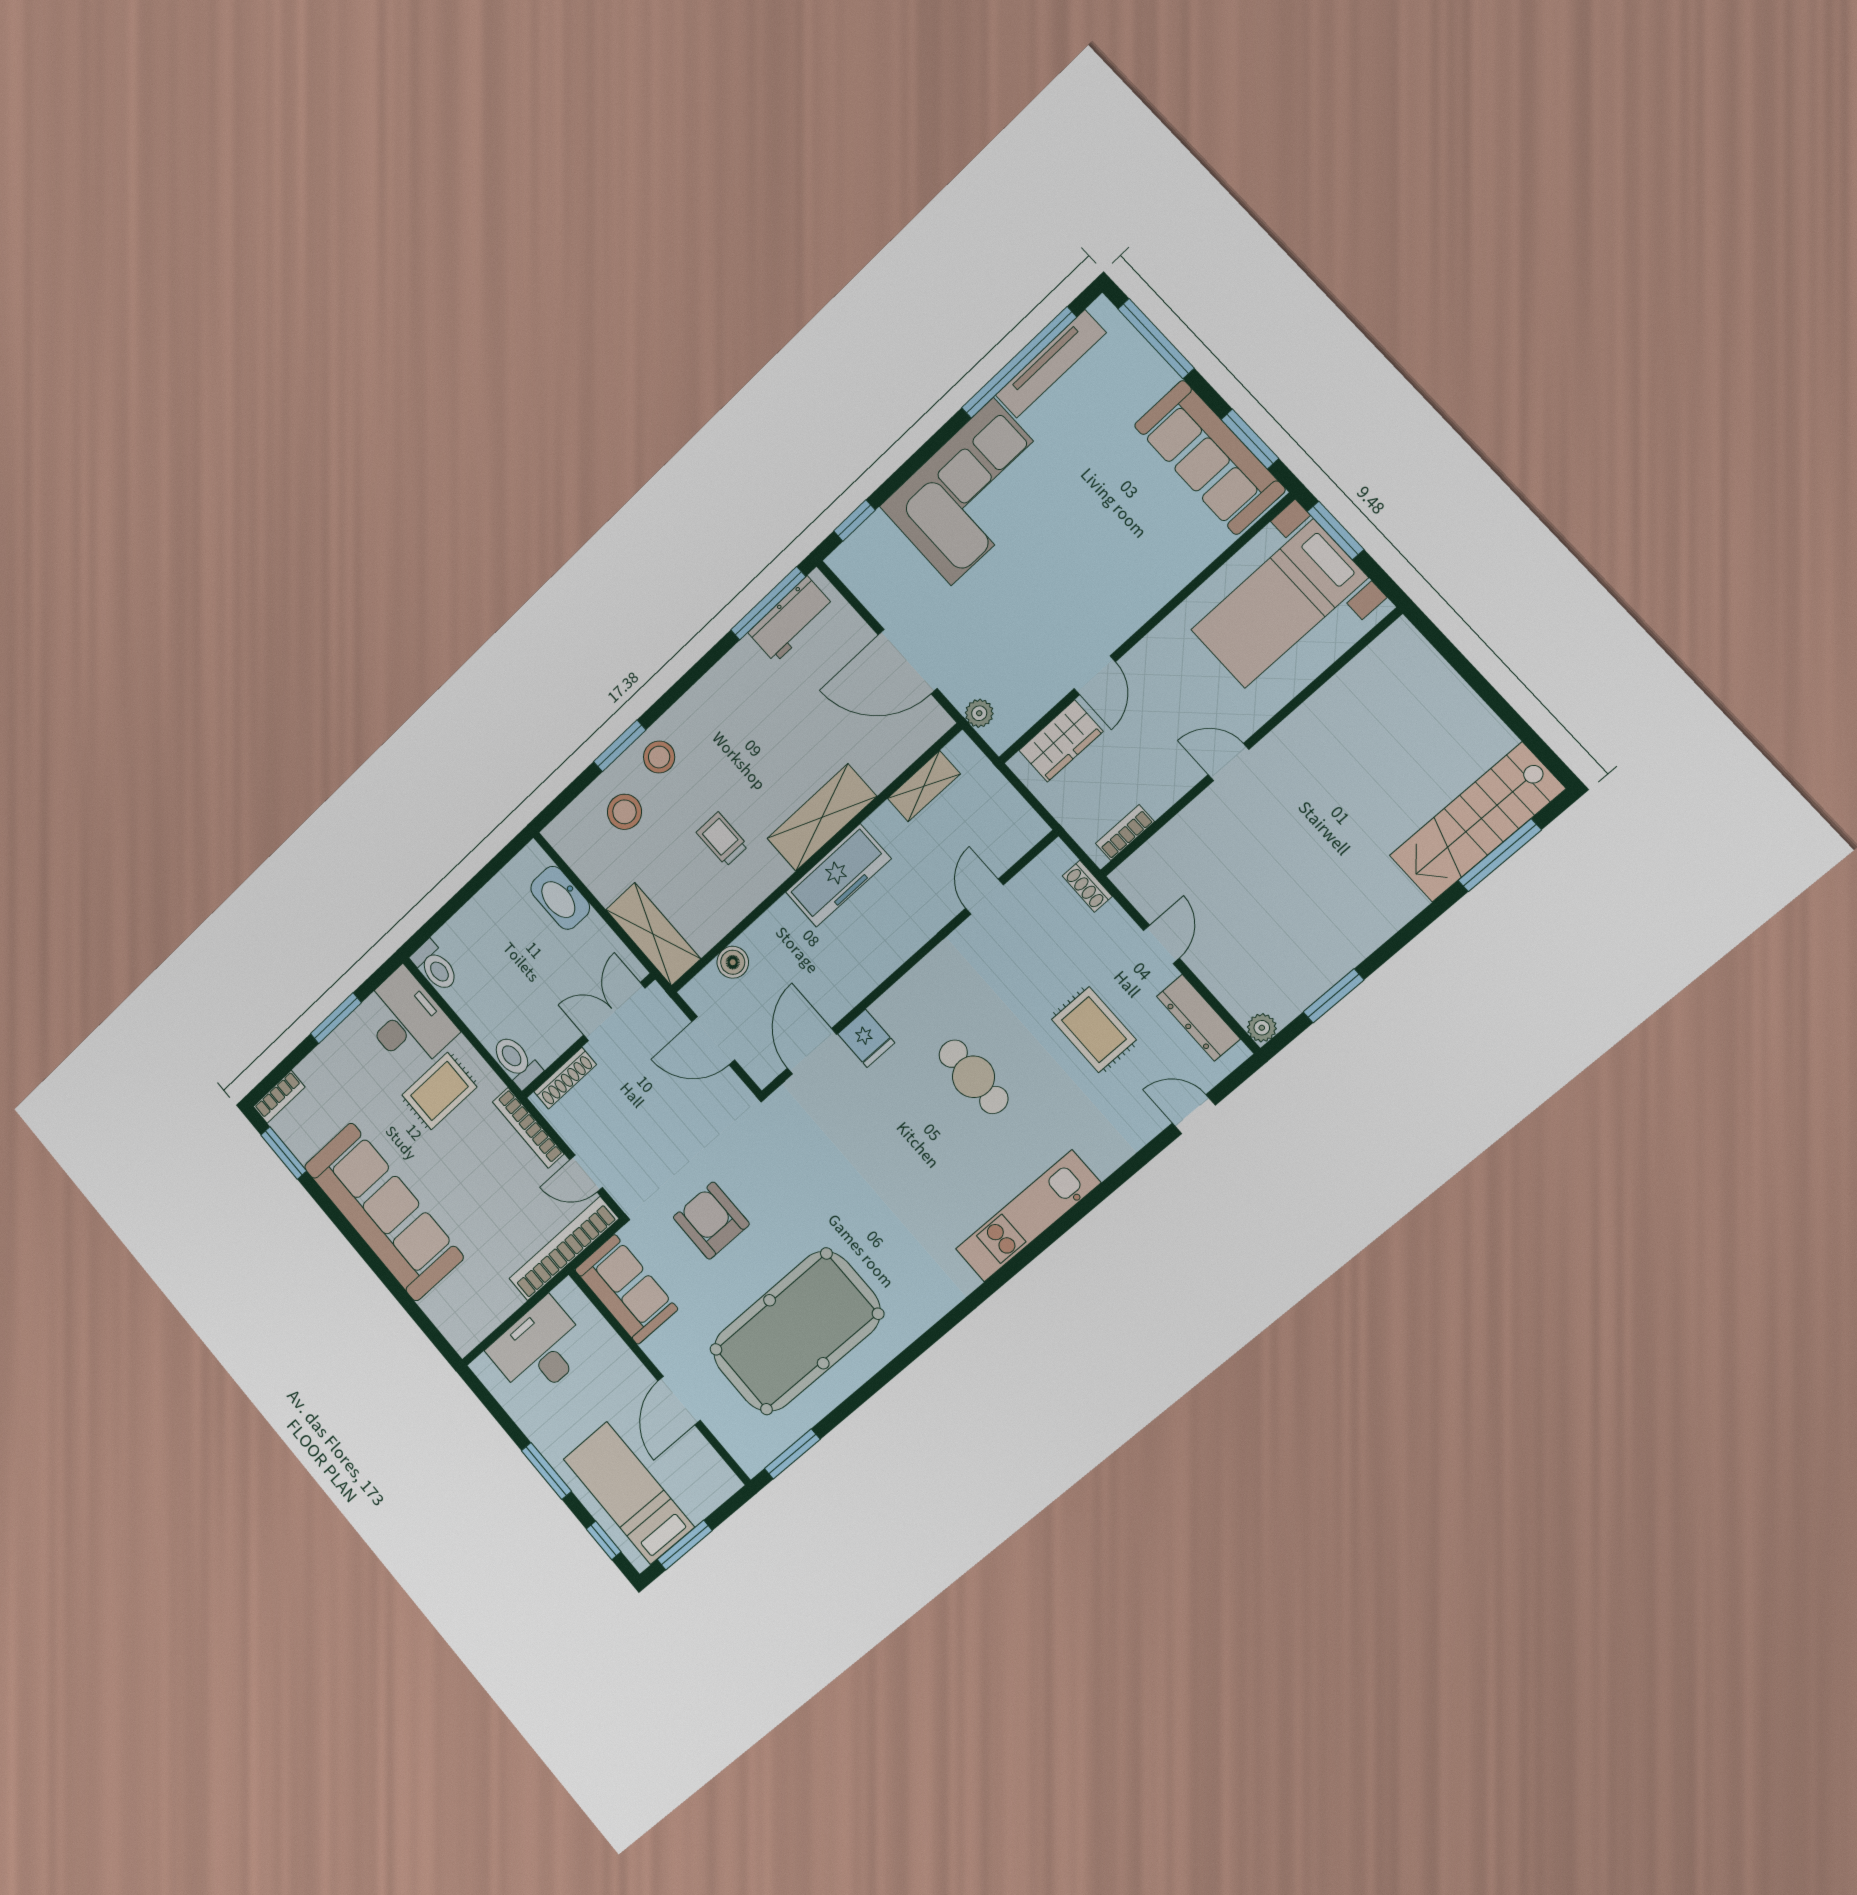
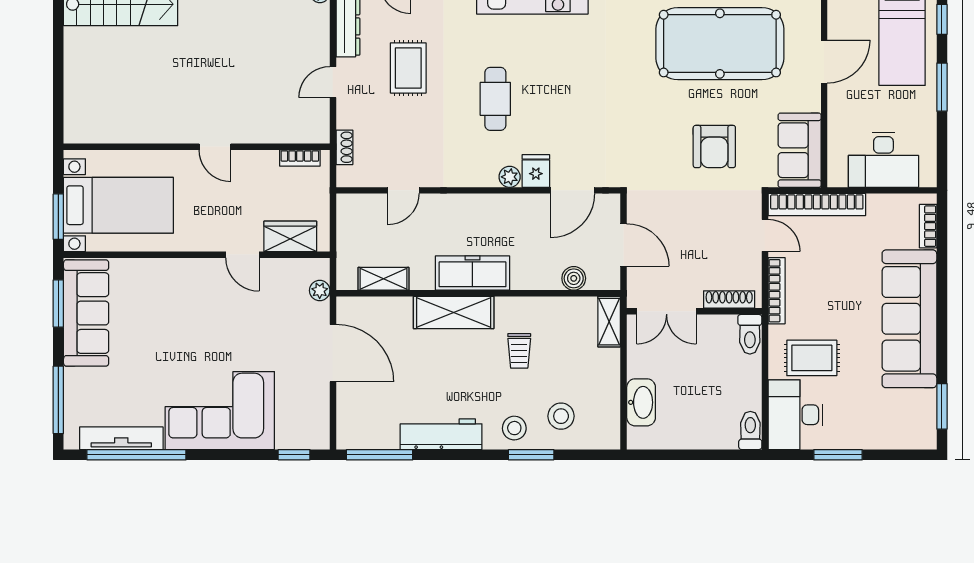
workbench: (791, 620) -> (441, 434), moved, width x1.37
door: (1095, 675) -> (242, 255), swing flipped
shelving: (653, 934) -> (609, 322), width x0.67, depth x0.75
plant: (888, 1009) -> (510, 177), added
bookcase: (279, 1097) -> (928, 226), moved, turned -90

